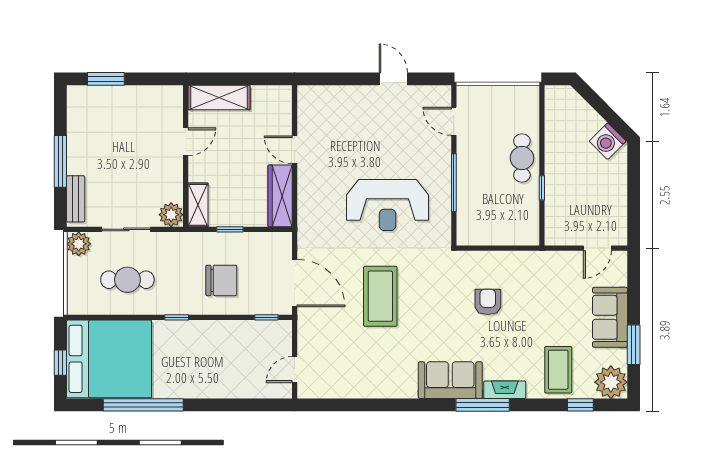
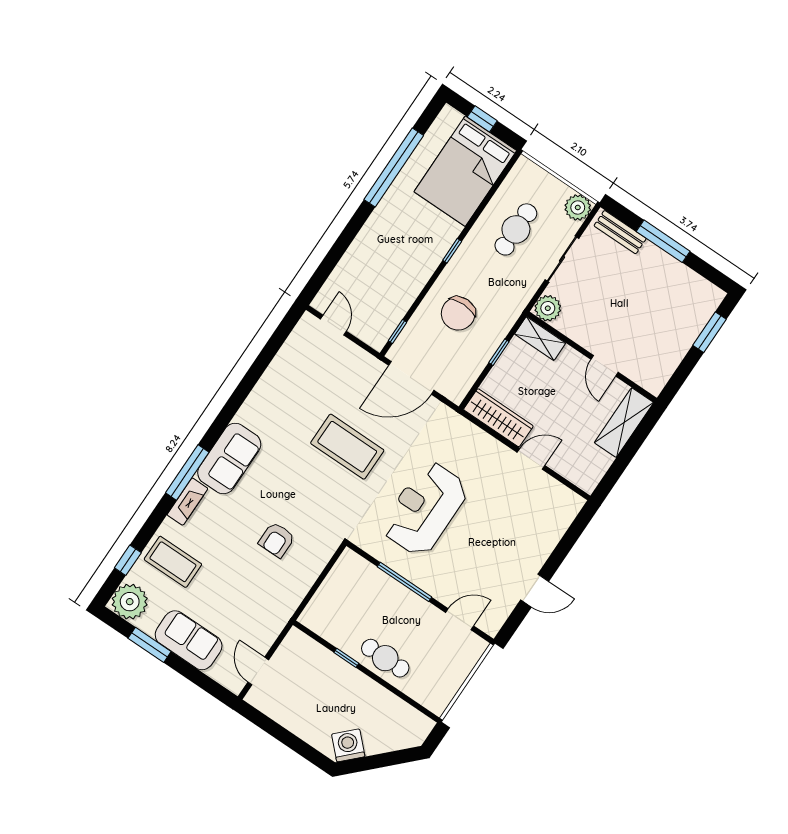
armchair: (488, 302) -> (277, 540), turned 90
bed: (109, 359) -> (465, 171), width x0.73

